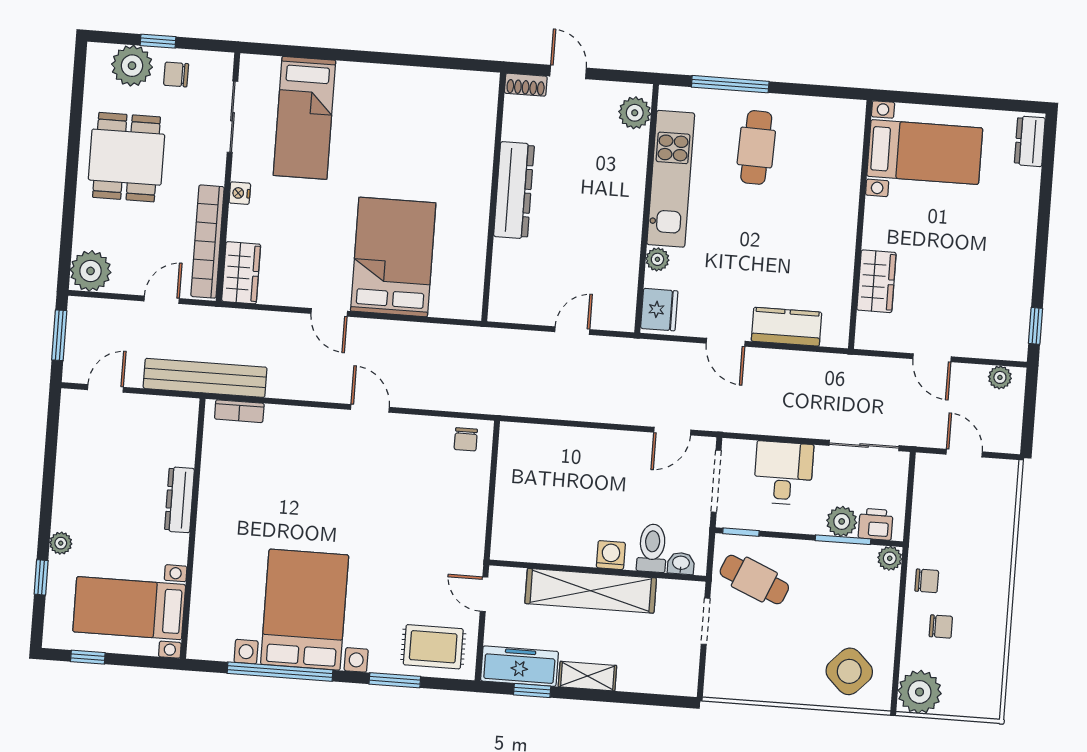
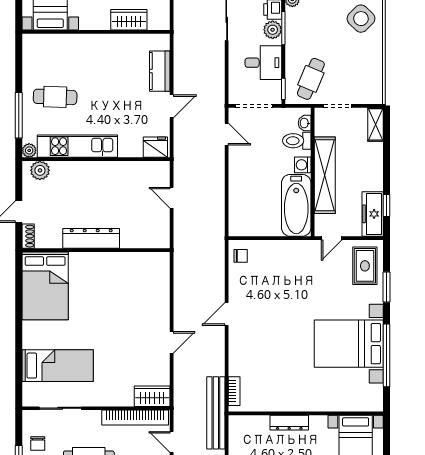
nightstand: (240, 193) -> (105, 401), removed
bed: (393, 257) -> (45, 286), moved, turned -90
plant: (657, 259) -> (29, 150), moved
desk: (783, 473) -> (263, 63), moved, turned 180
bathtub: (544, 539) -> (296, 205), added
shelving: (587, 676) -> (375, 124), moved

